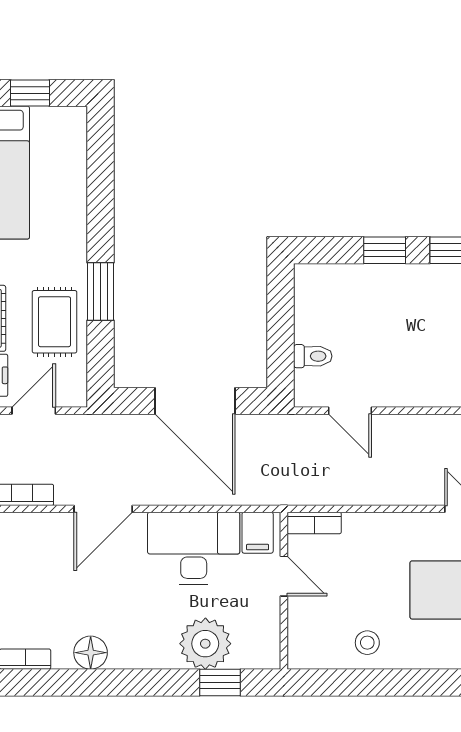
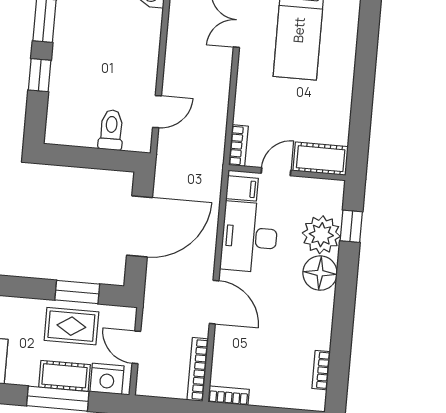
window: (100, 291) -> (77, 292), moved
toilet: (313, 356) -> (111, 130), width x1.37, depth x1.39
cot: (306, 634) -> (321, 159), added
stool: (367, 643) -> (331, 114), removed
floor lamp: (91, 653) -> (320, 273), moved, width x1.38, depth x1.38

